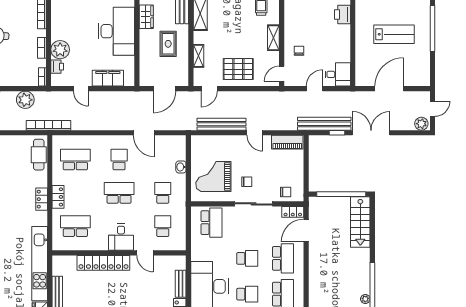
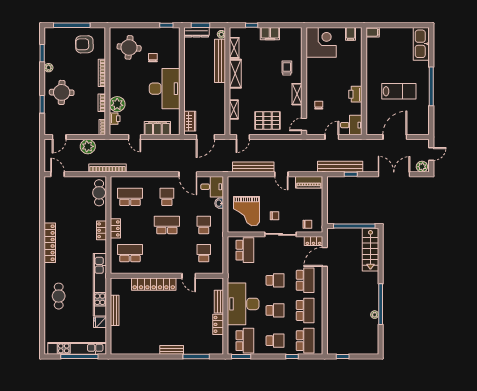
printer: (342, 15) -> (355, 94), moved
wardrobe: (146, 17) -> (190, 121), moved
rug: (168, 44) -> (208, 99), removed
double door: (371, 133) -> (394, 174), moved
grand piano: (213, 176) -> (247, 211), turned -90
desk: (121, 237) -> (212, 187), moved, turned -90

